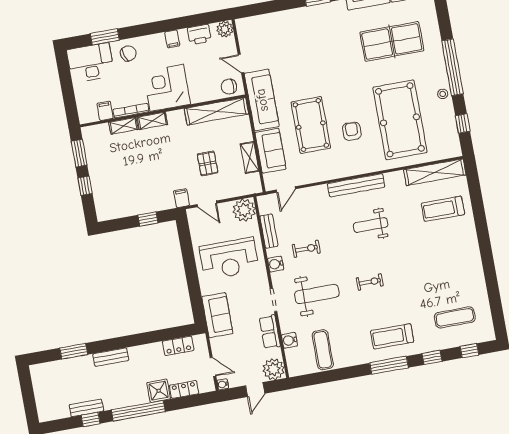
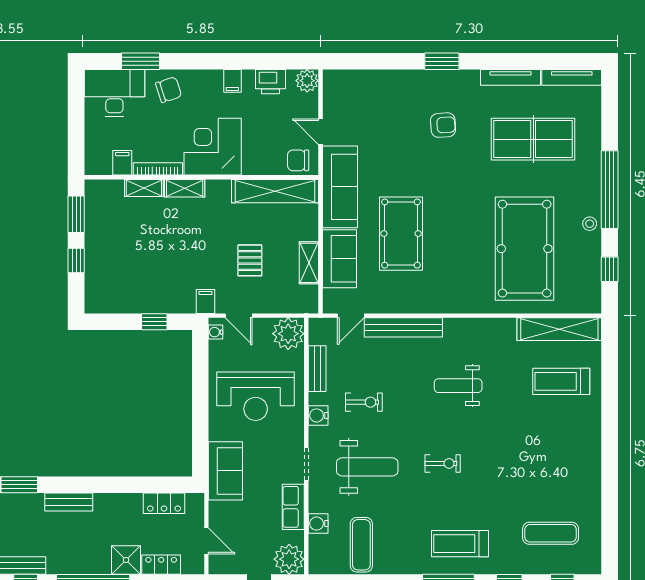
armchair: (352, 131) -> (443, 125), moved, turned 86
bench: (356, 185) -> (403, 327), moved
water cooler: (223, 384) -> (216, 332), moved

